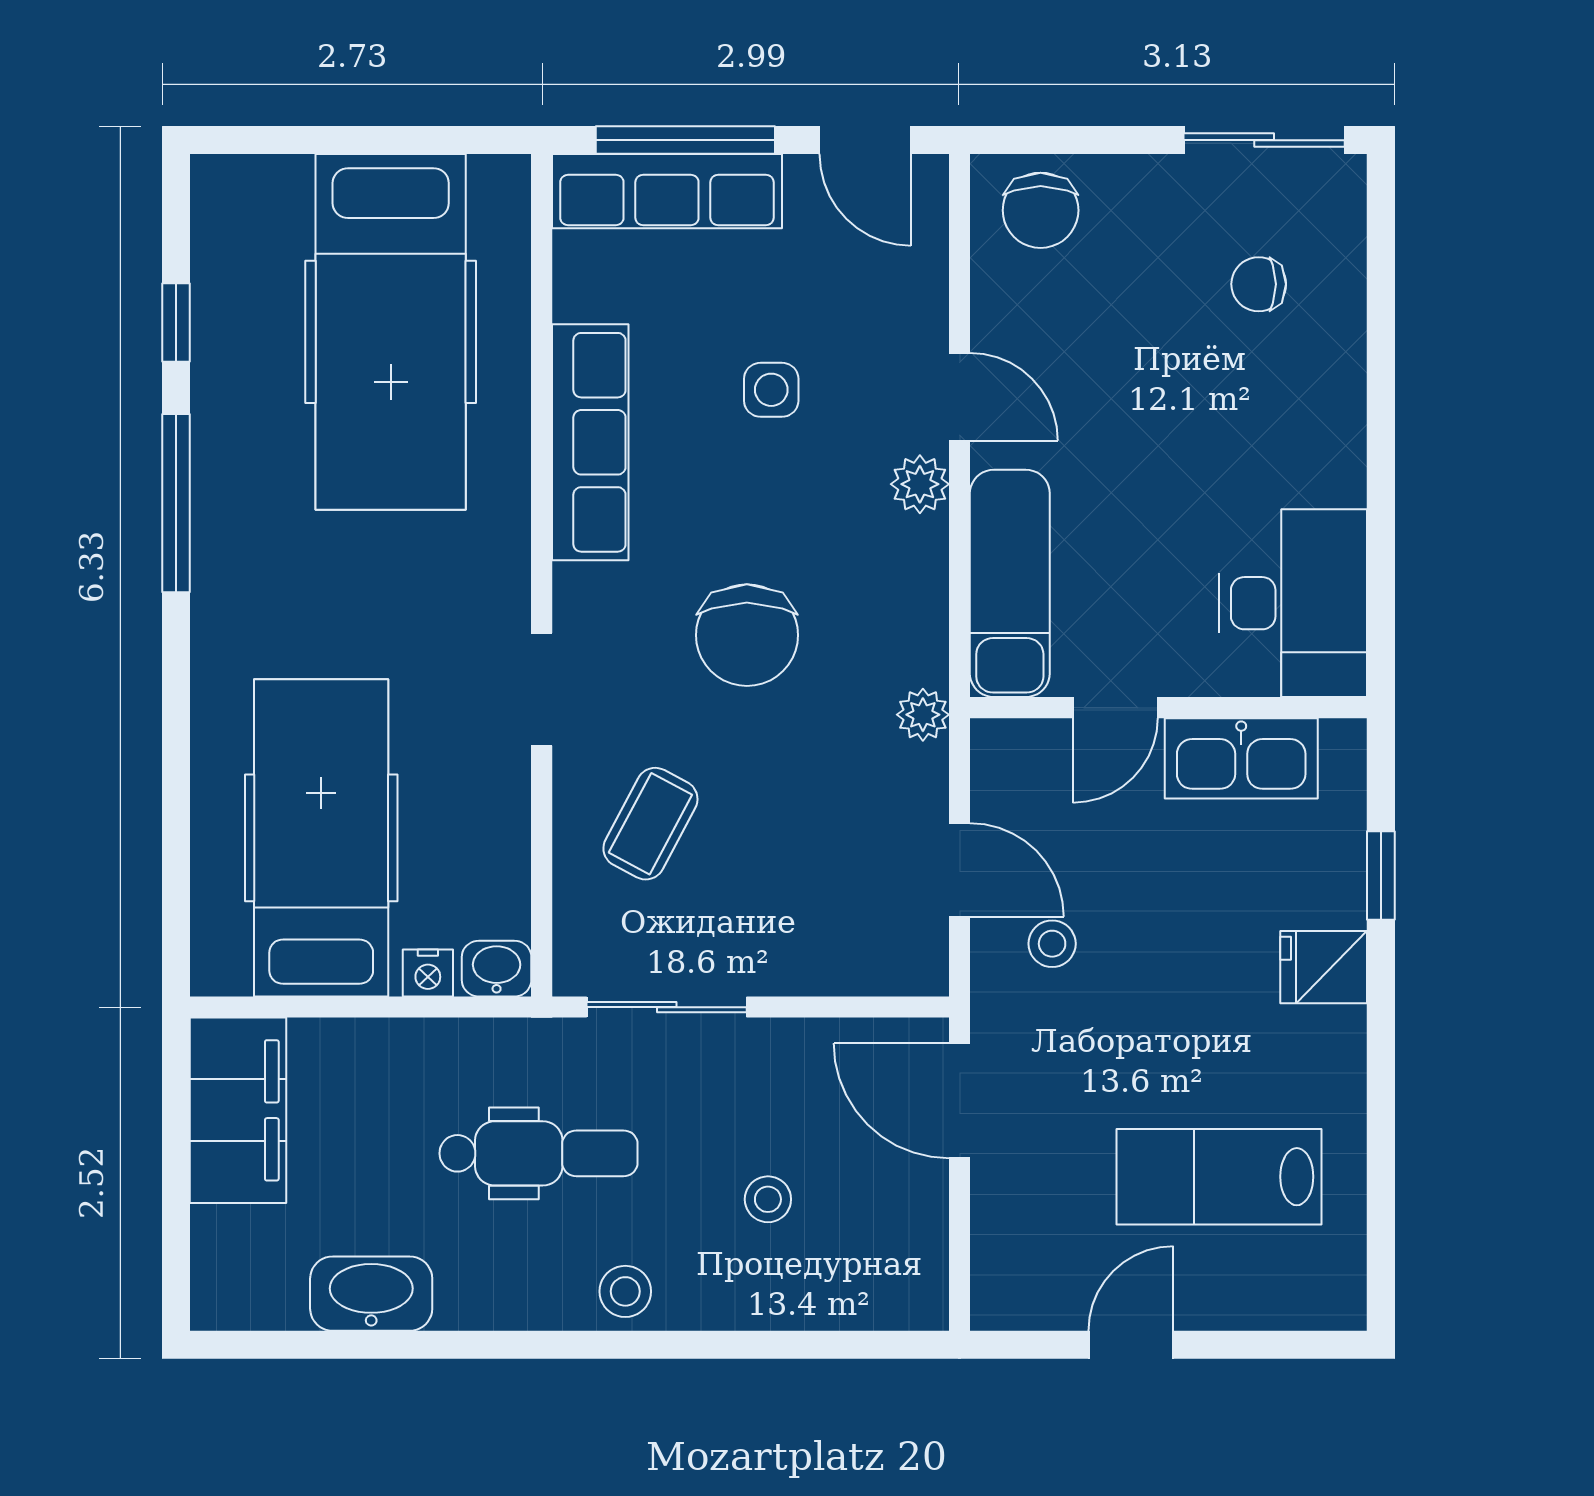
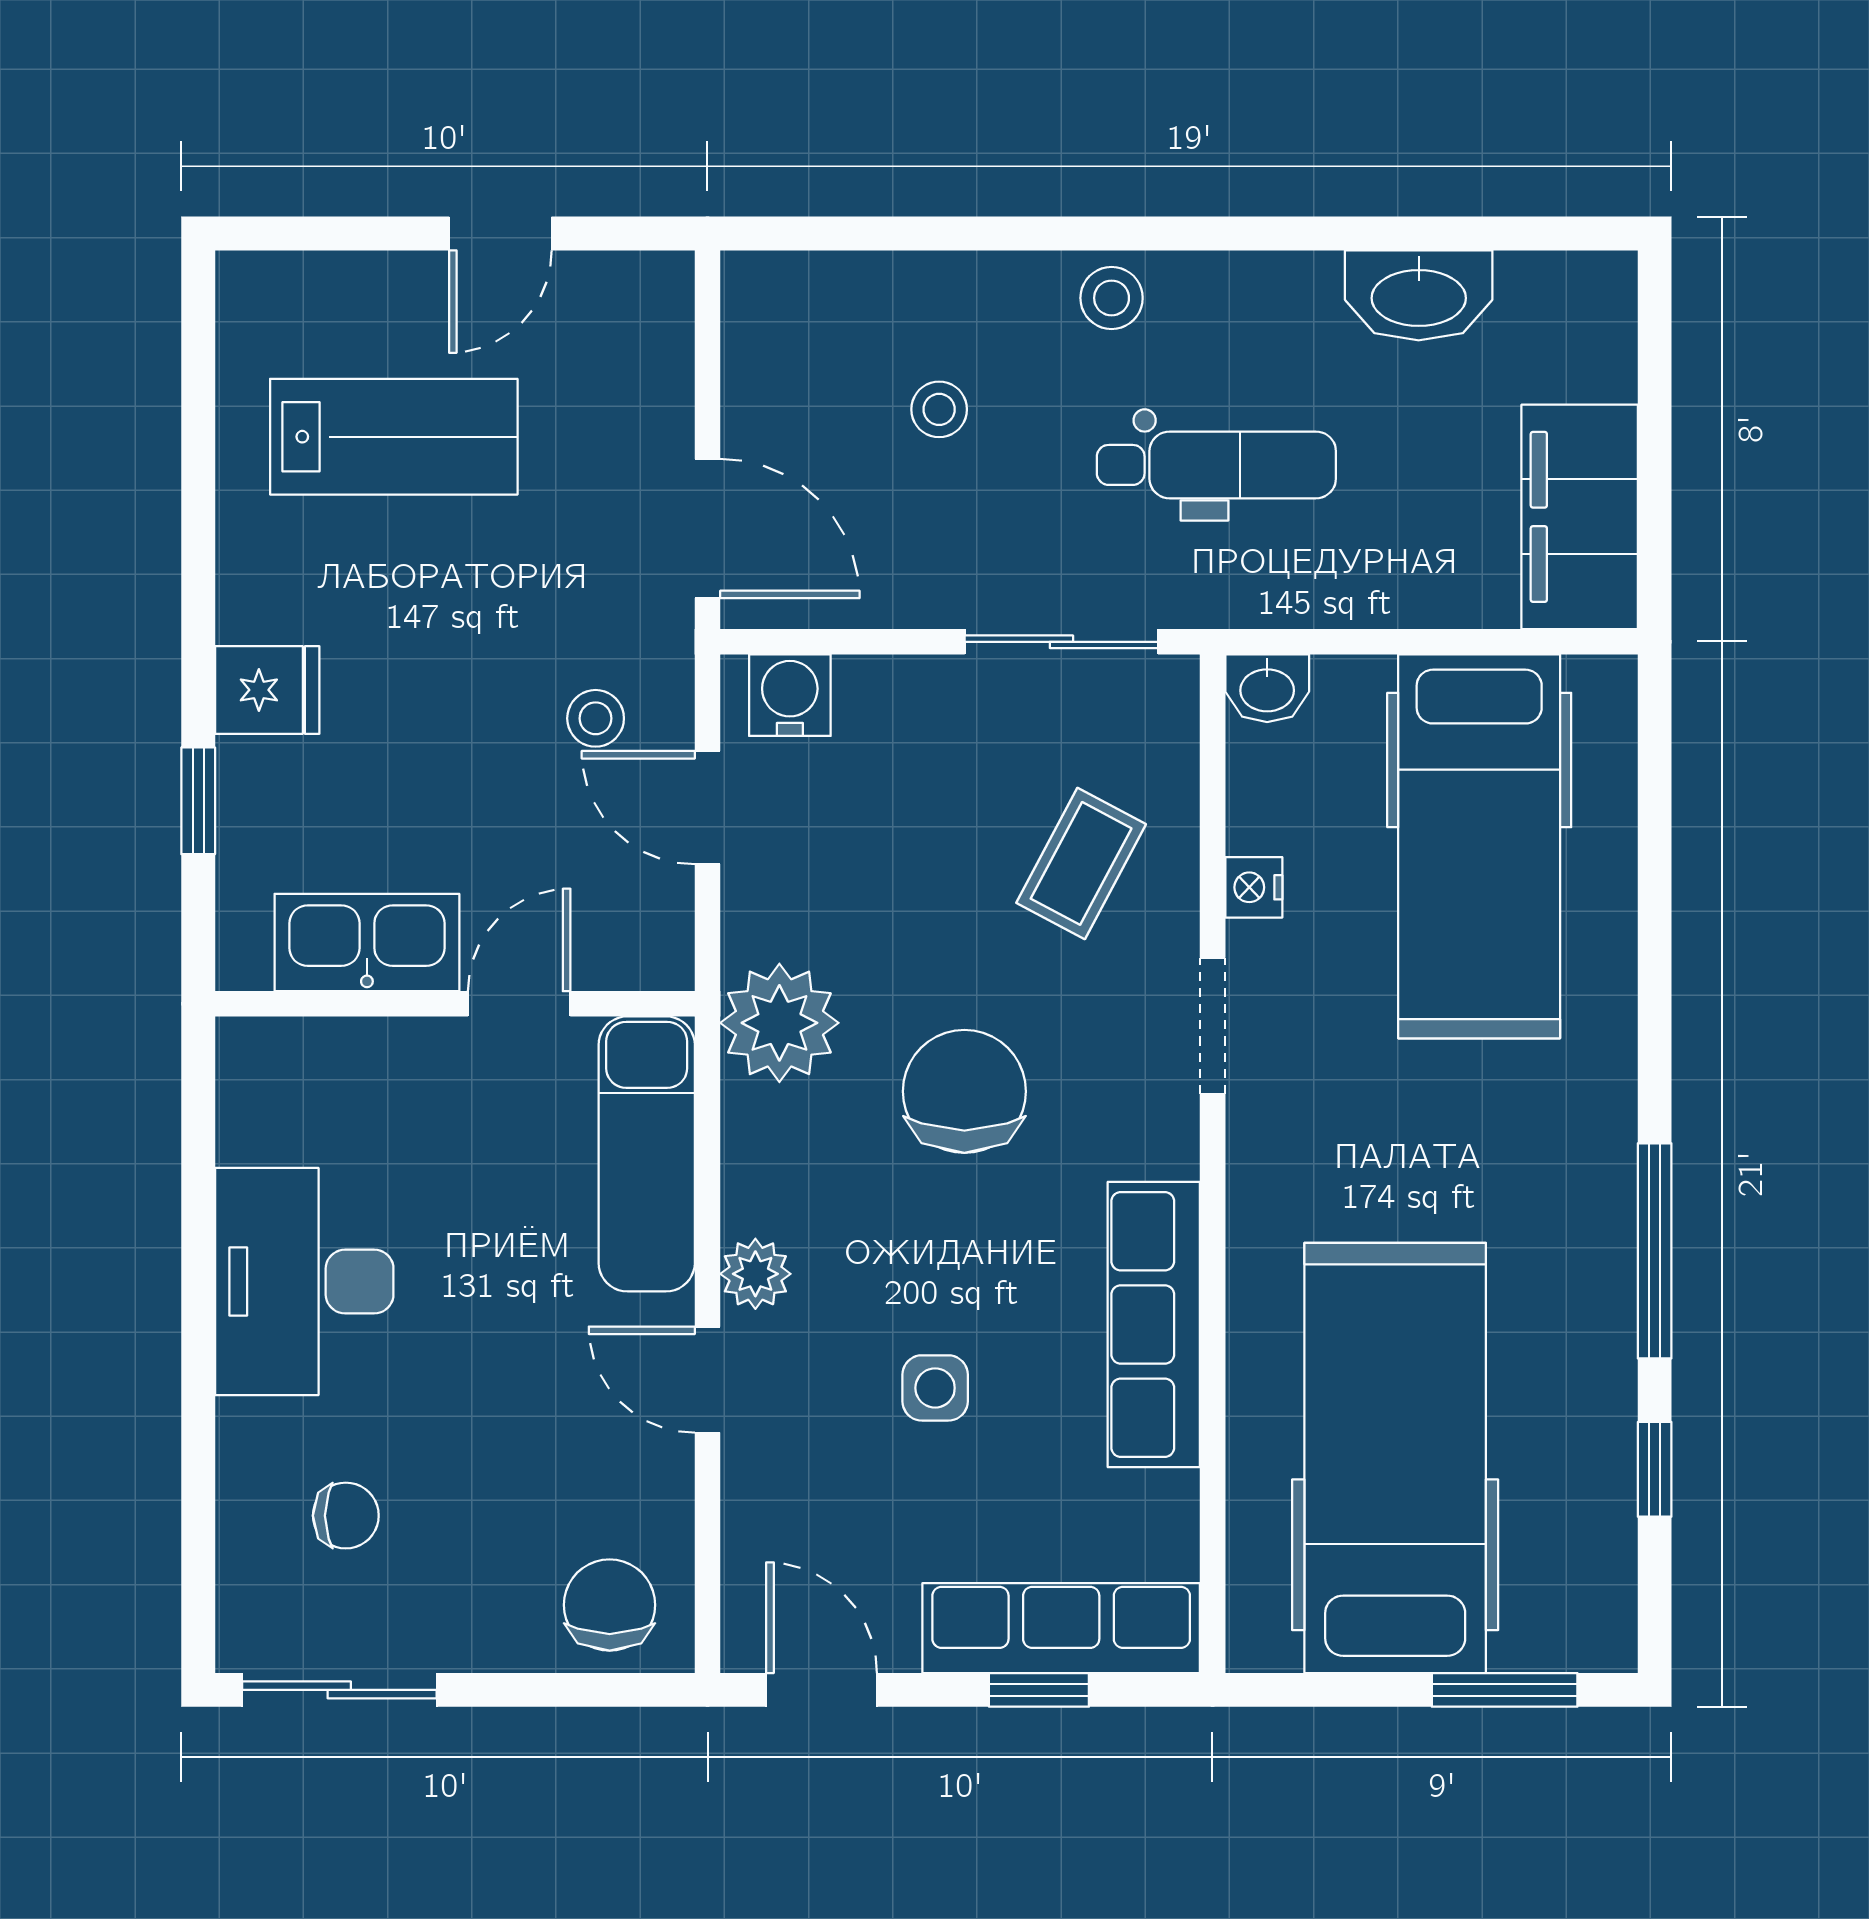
window: (300, 140) -> (1505, 1690), added
window: (685, 140) -> (1039, 1690), width x0.46
desk: (1293, 603) -> (304, 1282), moved
plant: (923, 715) -> (779, 1023), width x1.87, depth x1.87
water cooler: (891, 963) -> (790, 695), added
nightstand: (428, 973) -> (1254, 887), moved, turned -90
dental chair: (539, 1153) -> (1216, 465), turned 180

